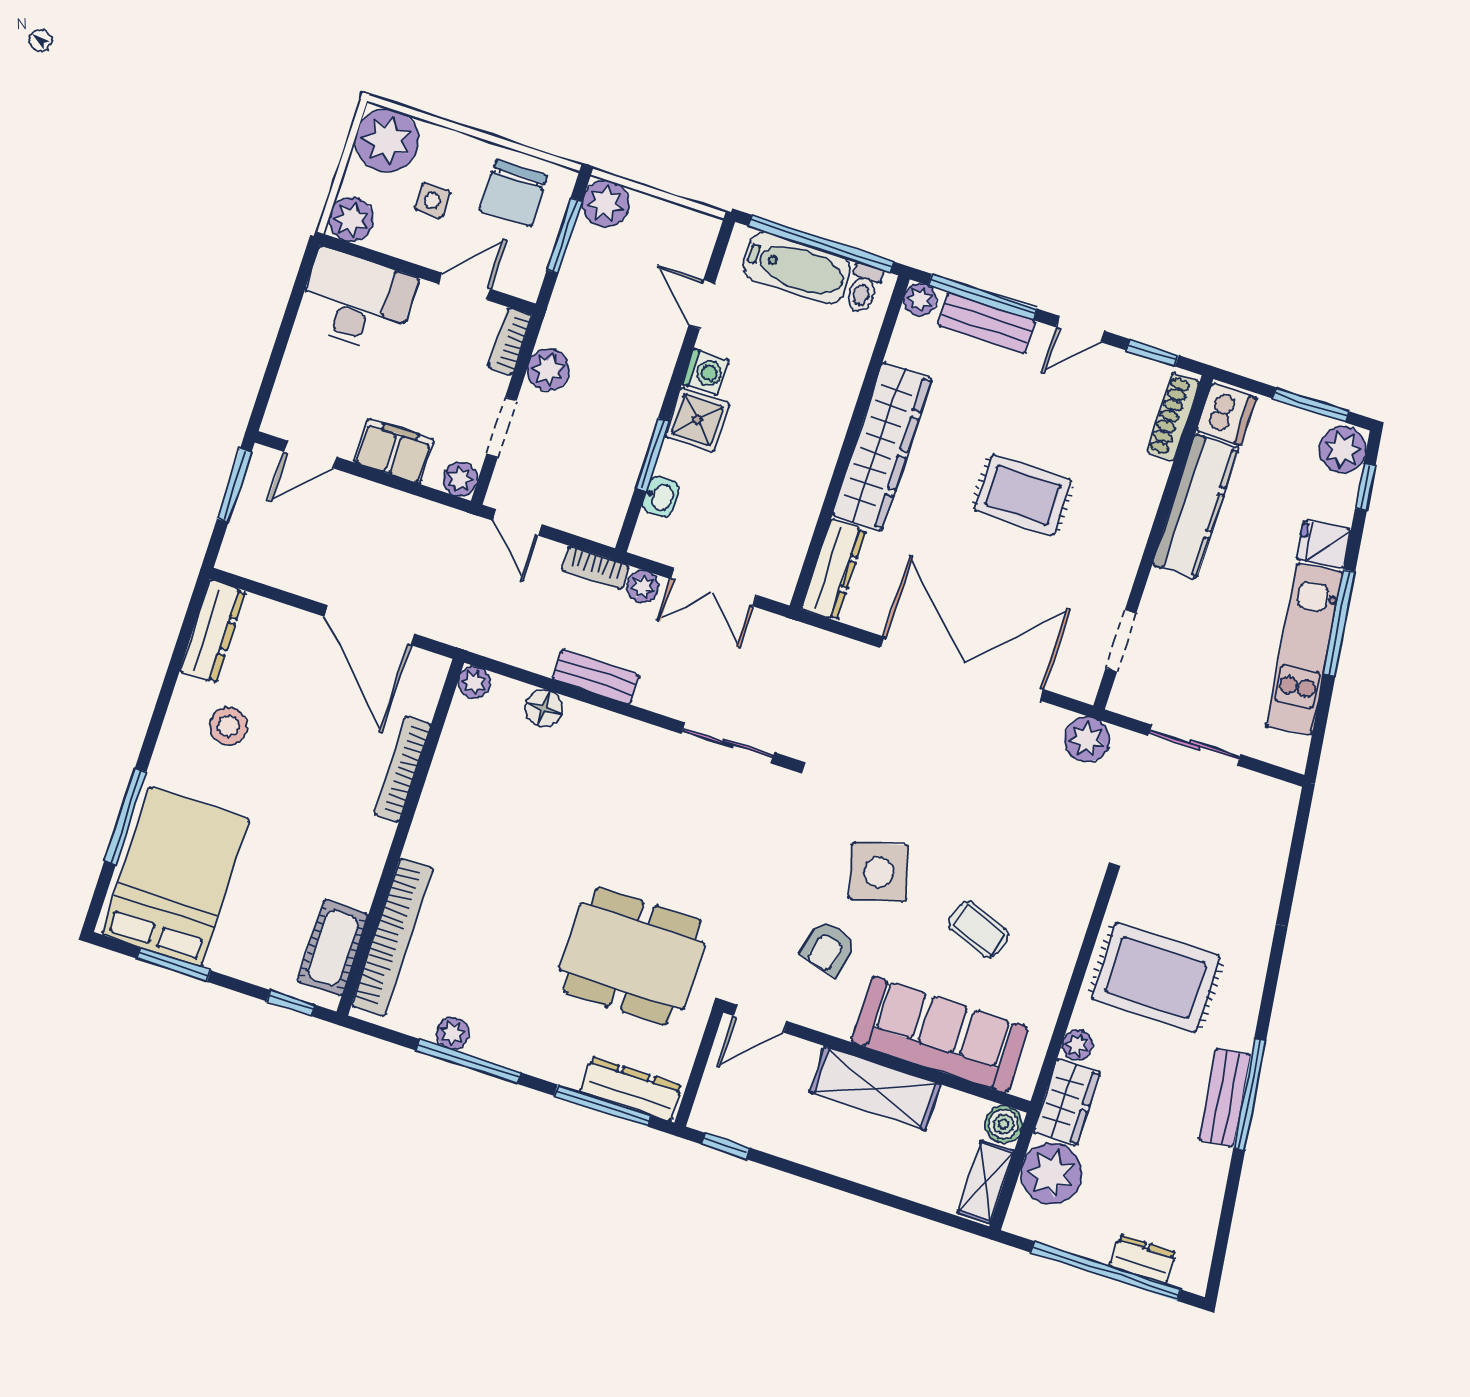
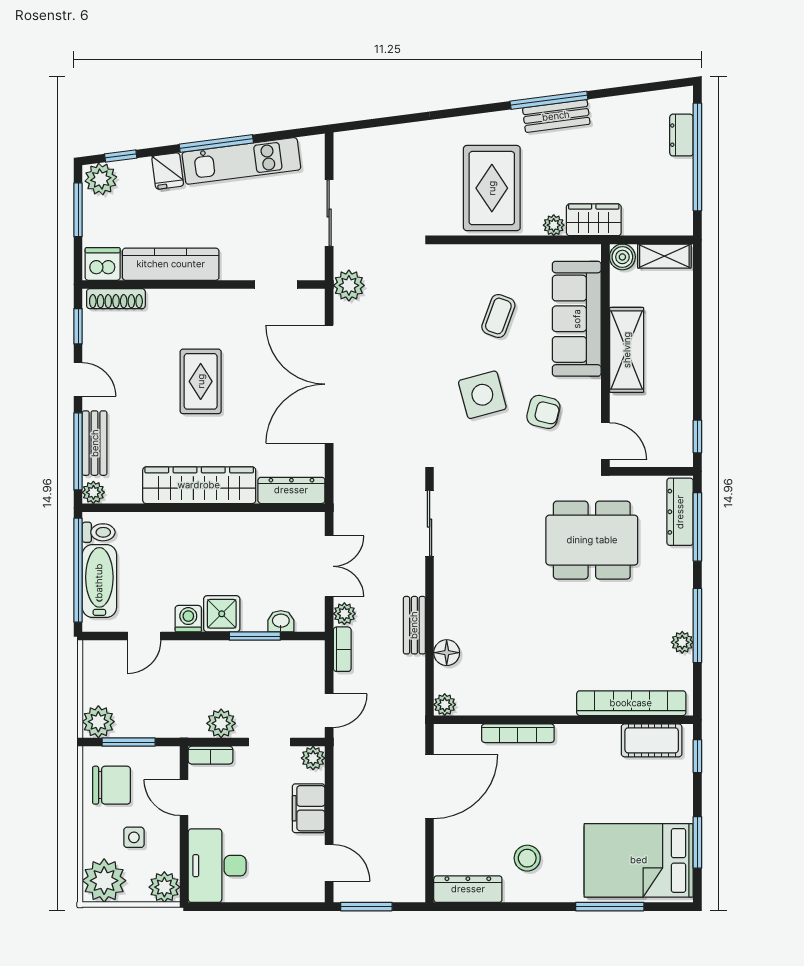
dining table: (632, 956) -> (592, 540), turned 90
plant: (1051, 1174) -> (645, 214), removed

